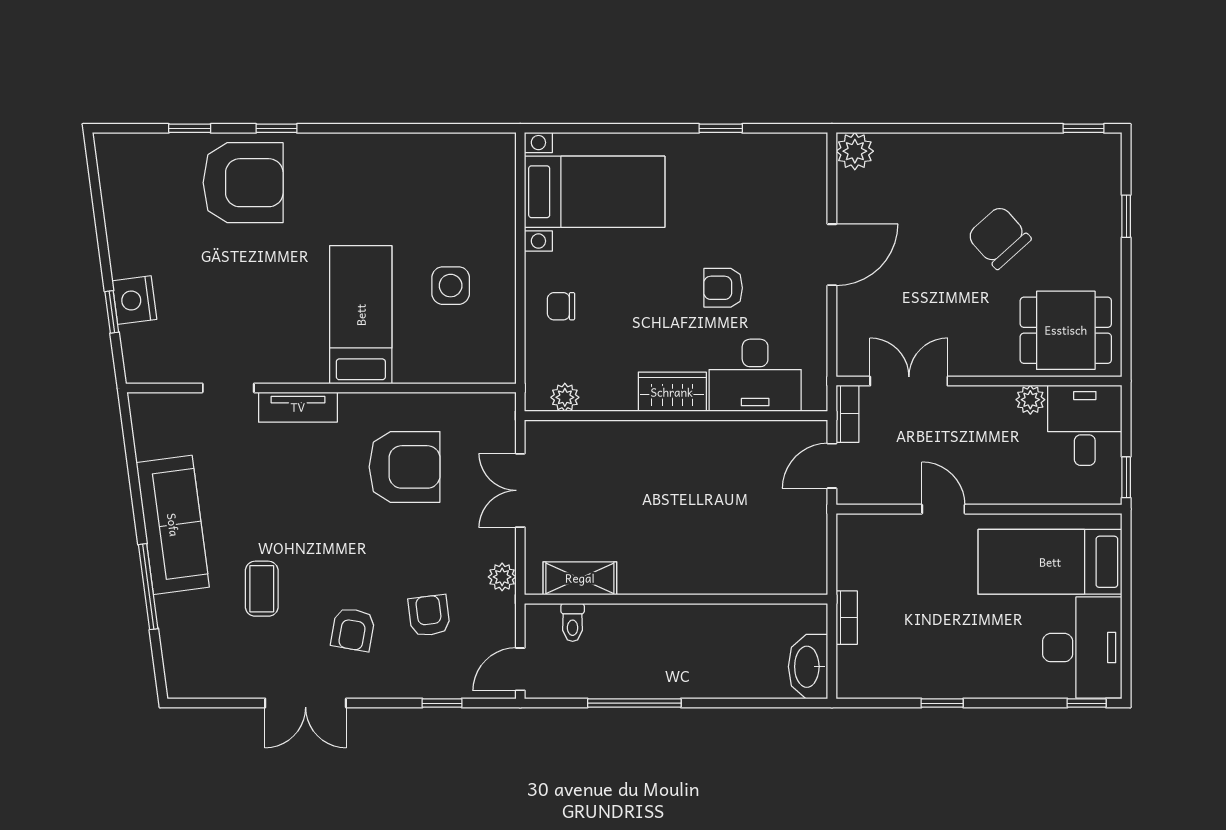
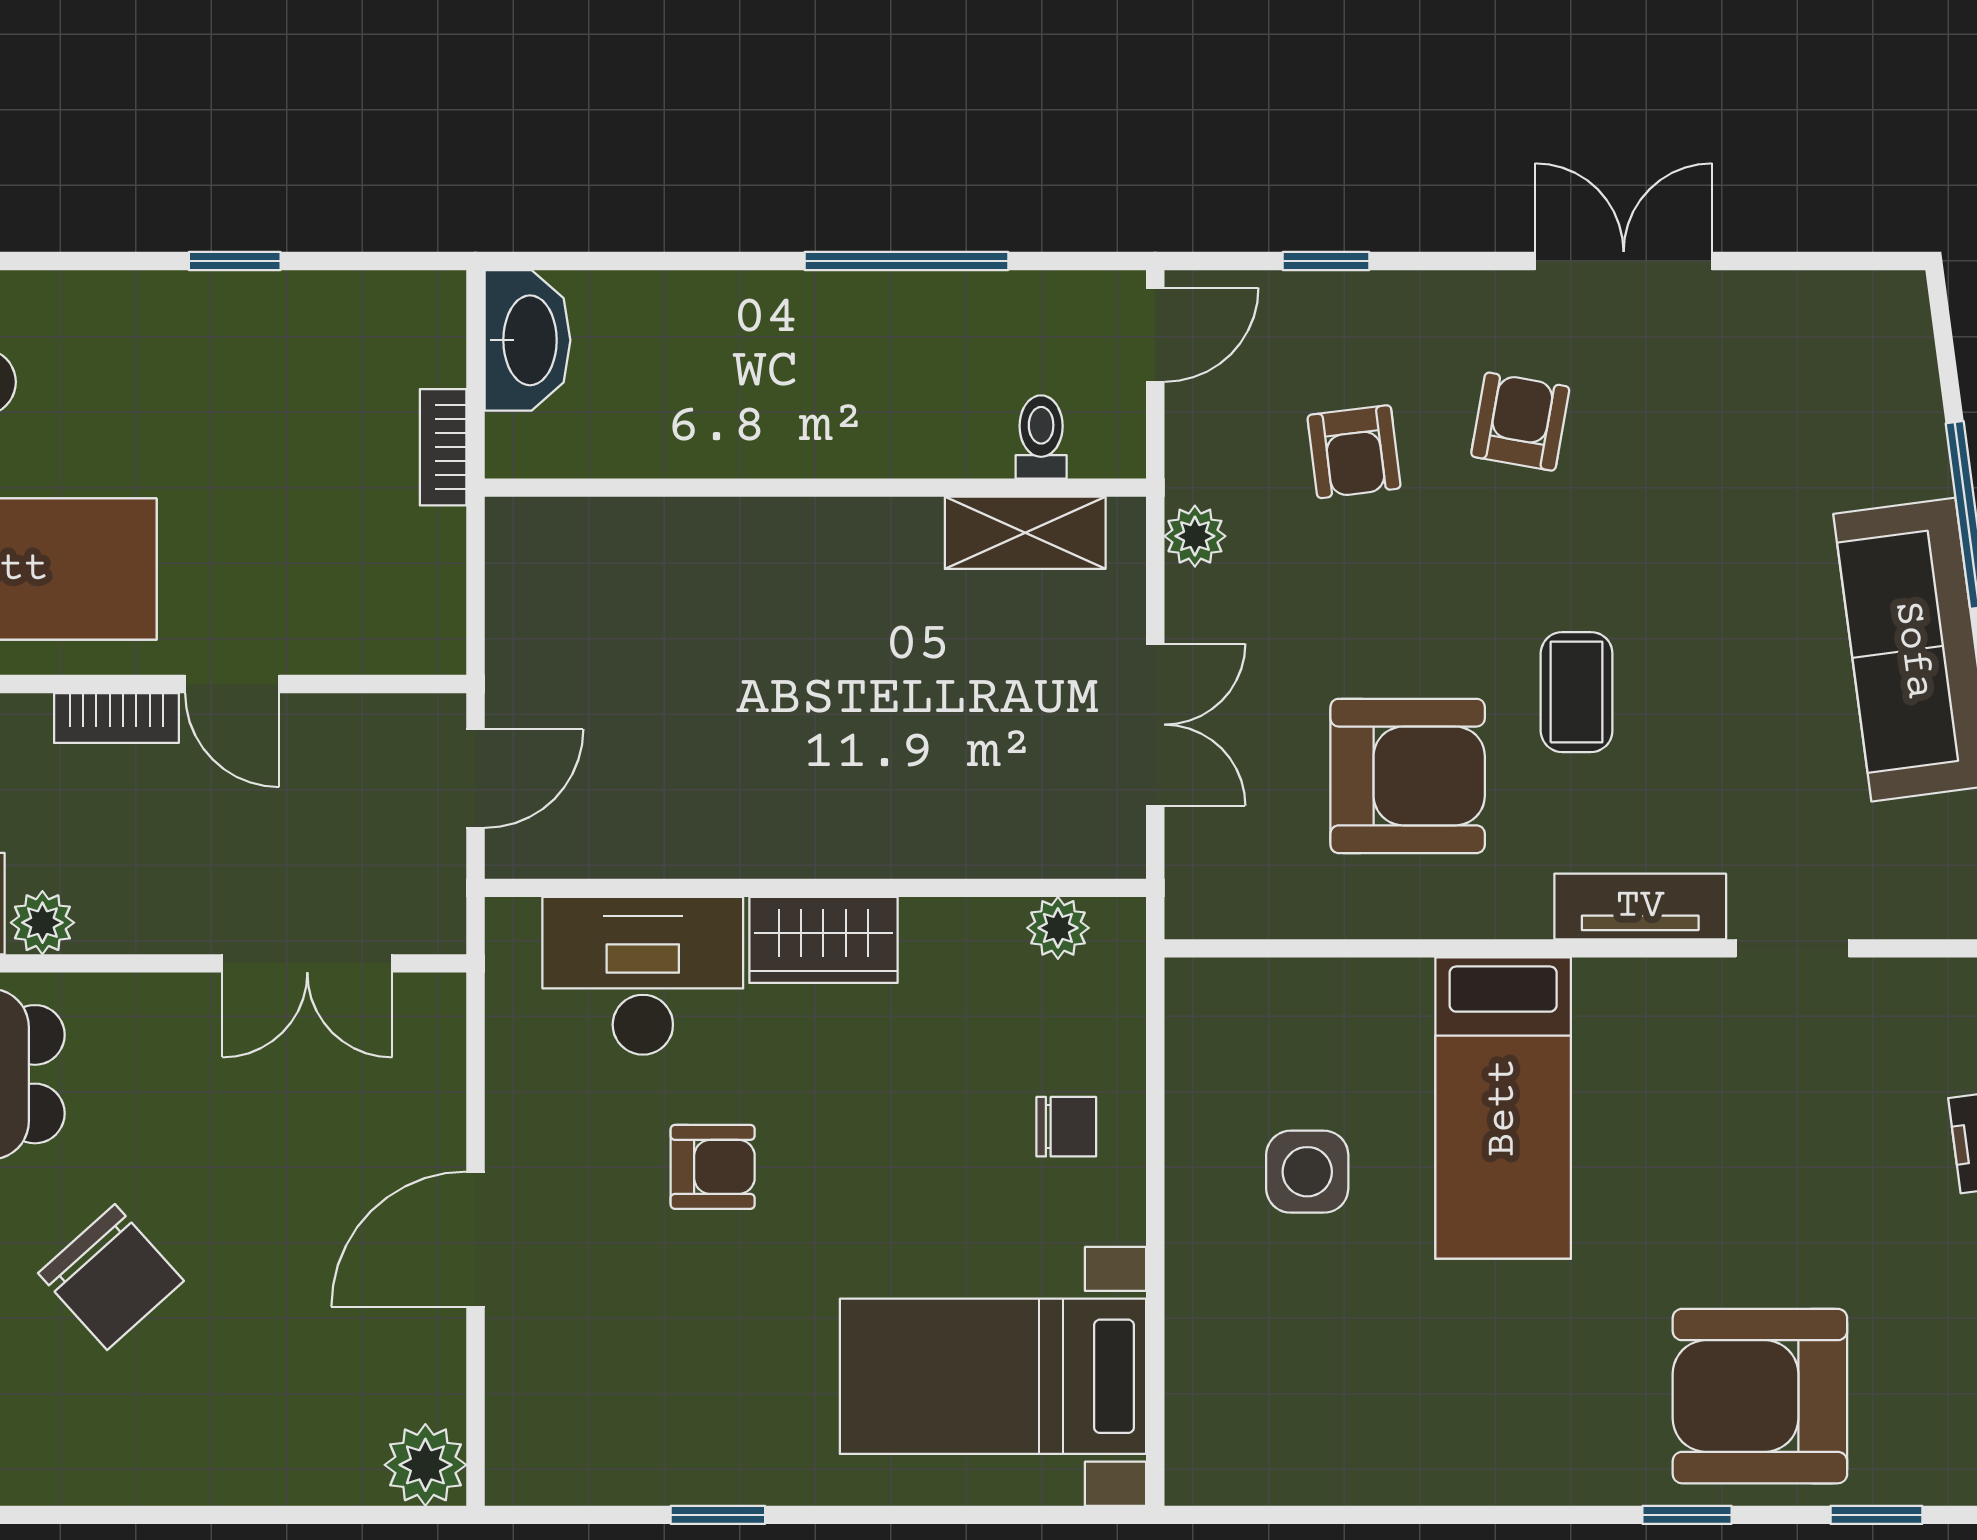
bookcase: (847, 414) -> (116, 718), moved, turned -90
armchair: (405, 467) -> (1408, 776), turned 180
coffee table: (262, 589) -> (1577, 692), moved

